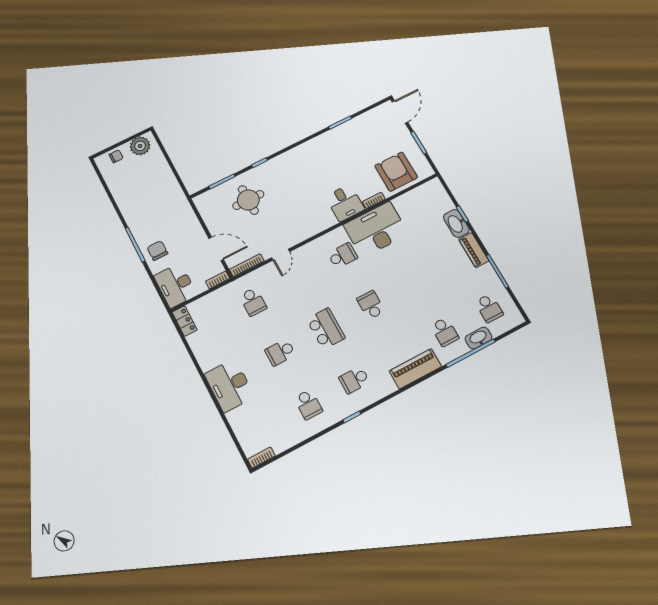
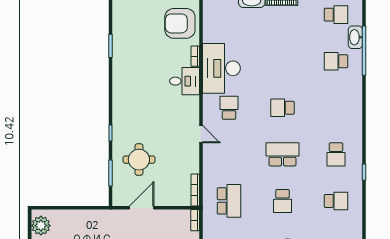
door: (216, 249) -> (142, 208), moved
door: (281, 255) -> (201, 134), moved
school desk: (253, 302) -> (229, 201), width x1.85
school desk: (445, 332) -> (336, 61), turned 180
piano: (415, 369) -> (353, 101), removed

